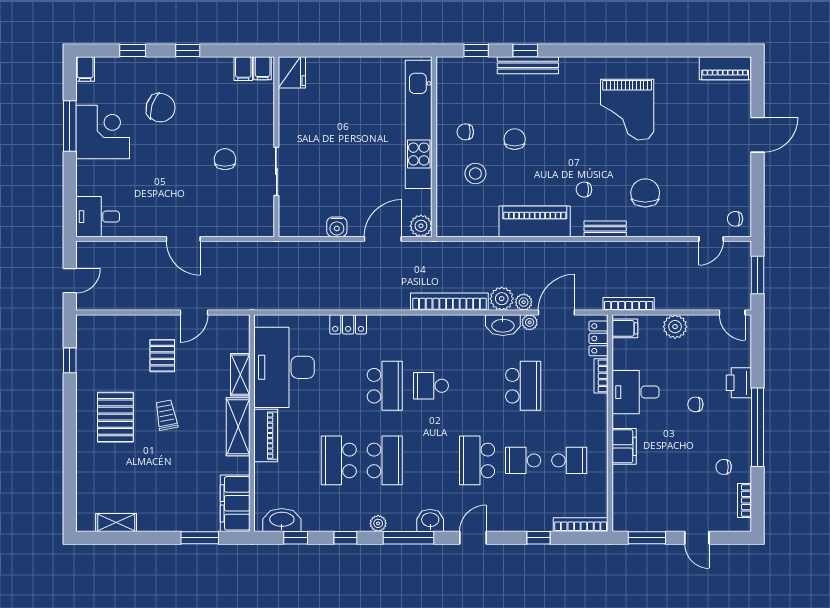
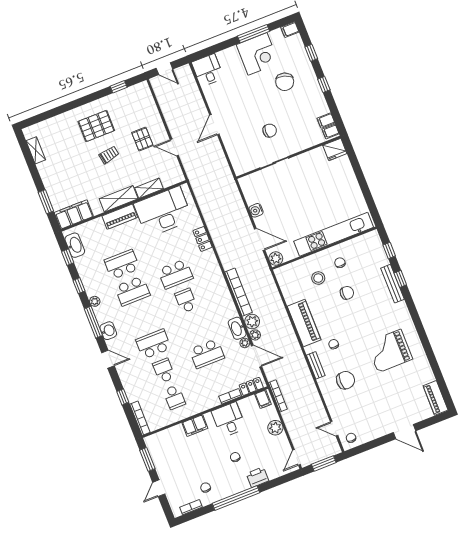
pallet: (162, 356) -> (142, 139), turned 90

